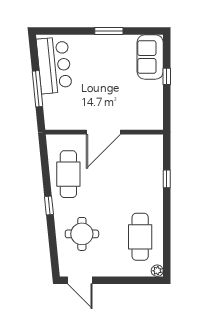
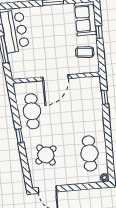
coffee table: (145, 101) -> (85, 52), added
window: (167, 179) -> (105, 97), moved
round table: (82, 234) -> (46, 155), turned -36

